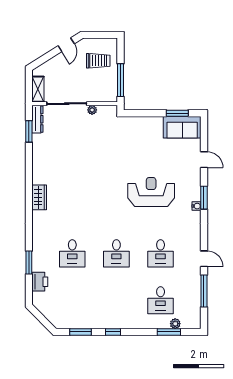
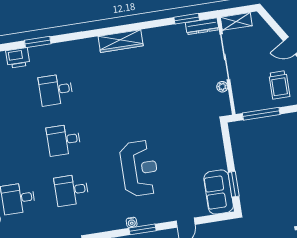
wardrobe: (39, 197) -> (121, 41), width x1.50

